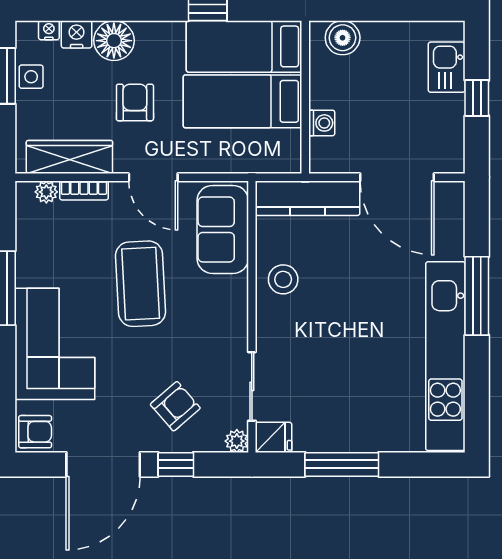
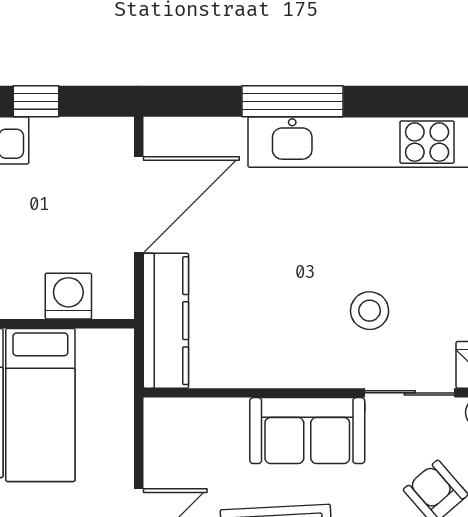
washing machine: (322, 123) -> (68, 296), width x1.38, depth x1.38
sofa: (223, 229) -> (307, 431), moved
stool: (283, 279) -> (370, 311), moved

